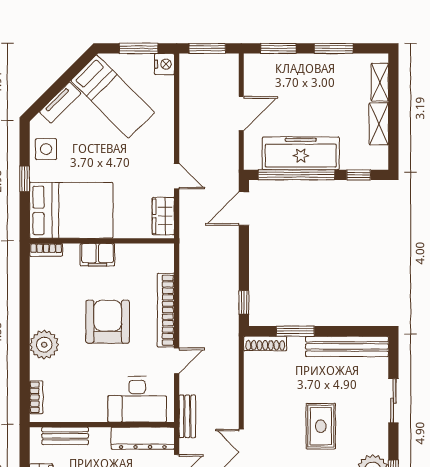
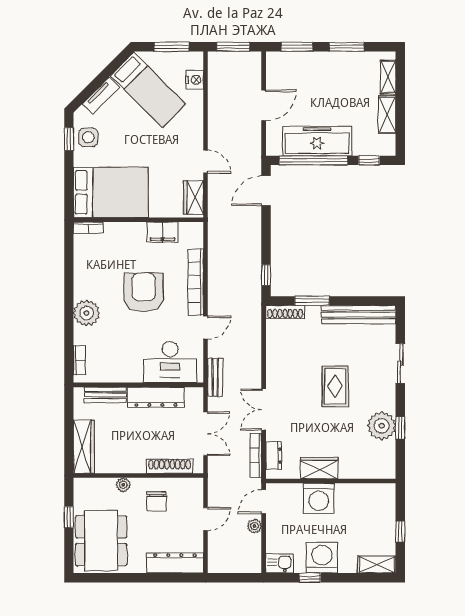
nightstand: (164, 64) -> (195, 80), moved
window: (25, 179) -> (69, 139), moved
filing cabinet: (97, 255) -> (163, 232), moved
dresser: (143, 438) -> (156, 397), moved

